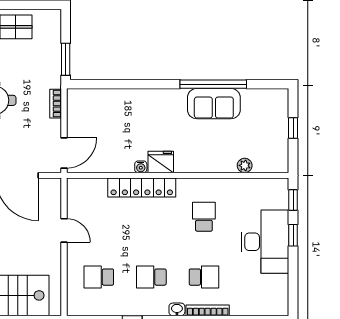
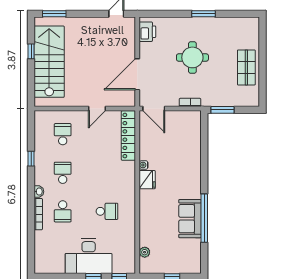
plant: (245, 165) -> (145, 252), moved
locker: (142, 188) -> (128, 136), moved

